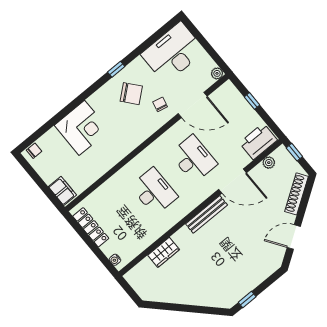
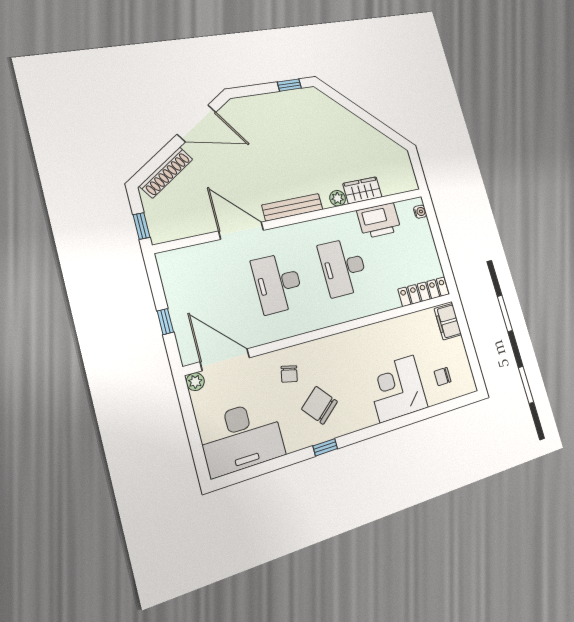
door: (193, 105) -> (225, 360), moved
printer: (258, 141) -> (379, 221), moved
chair: (34, 151) -> (443, 377), moved
plant: (269, 163) -> (338, 198), moved
locker: (91, 227) -> (424, 292), moved, turned 90
door: (294, 237) -> (197, 123), width x1.36

